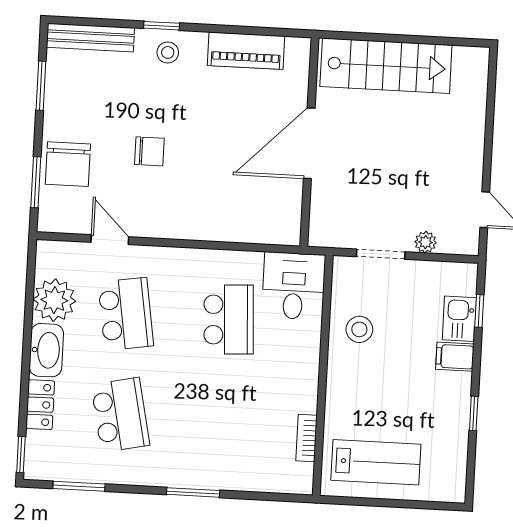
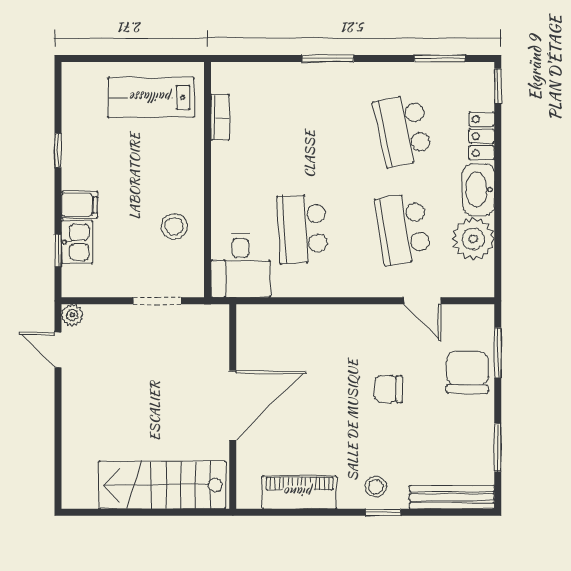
plant: (426, 242) -> (72, 315), moved

